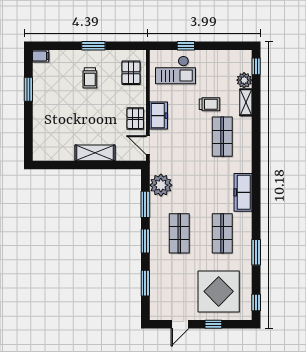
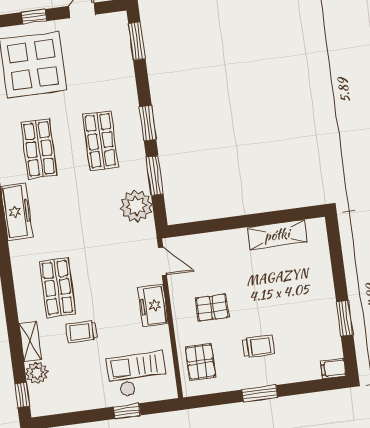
trolley: (90, 78) -> (258, 346), turned 90
pallet: (135, 119) -> (212, 308), moved, turned 90
shelving: (95, 153) -> (277, 235), moved
window: (145, 283) -> (137, 41), moved

